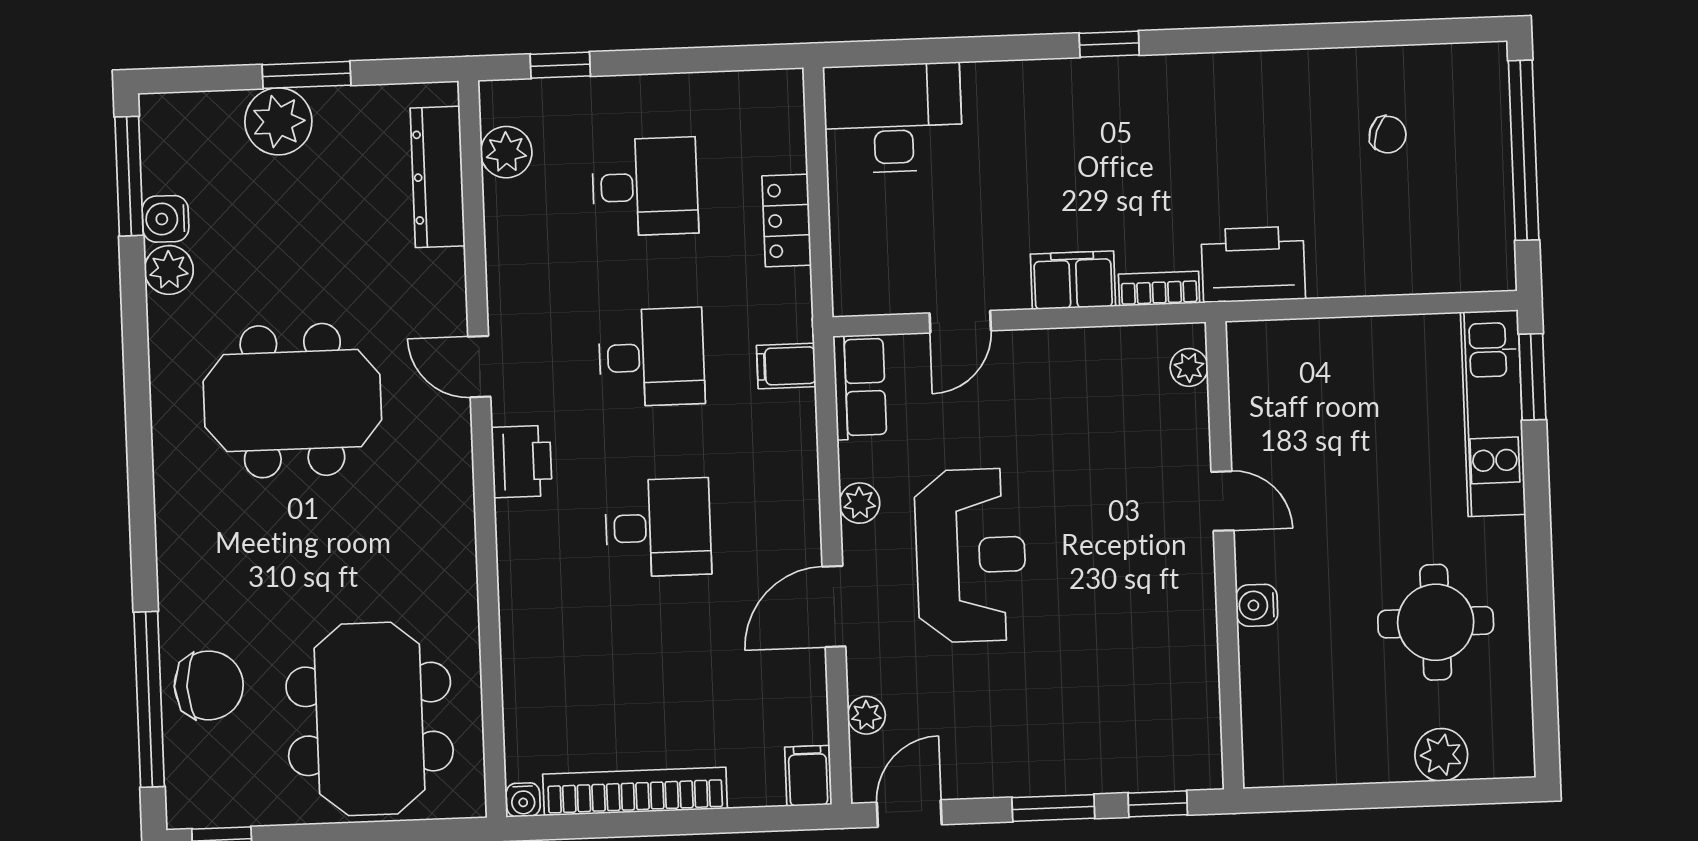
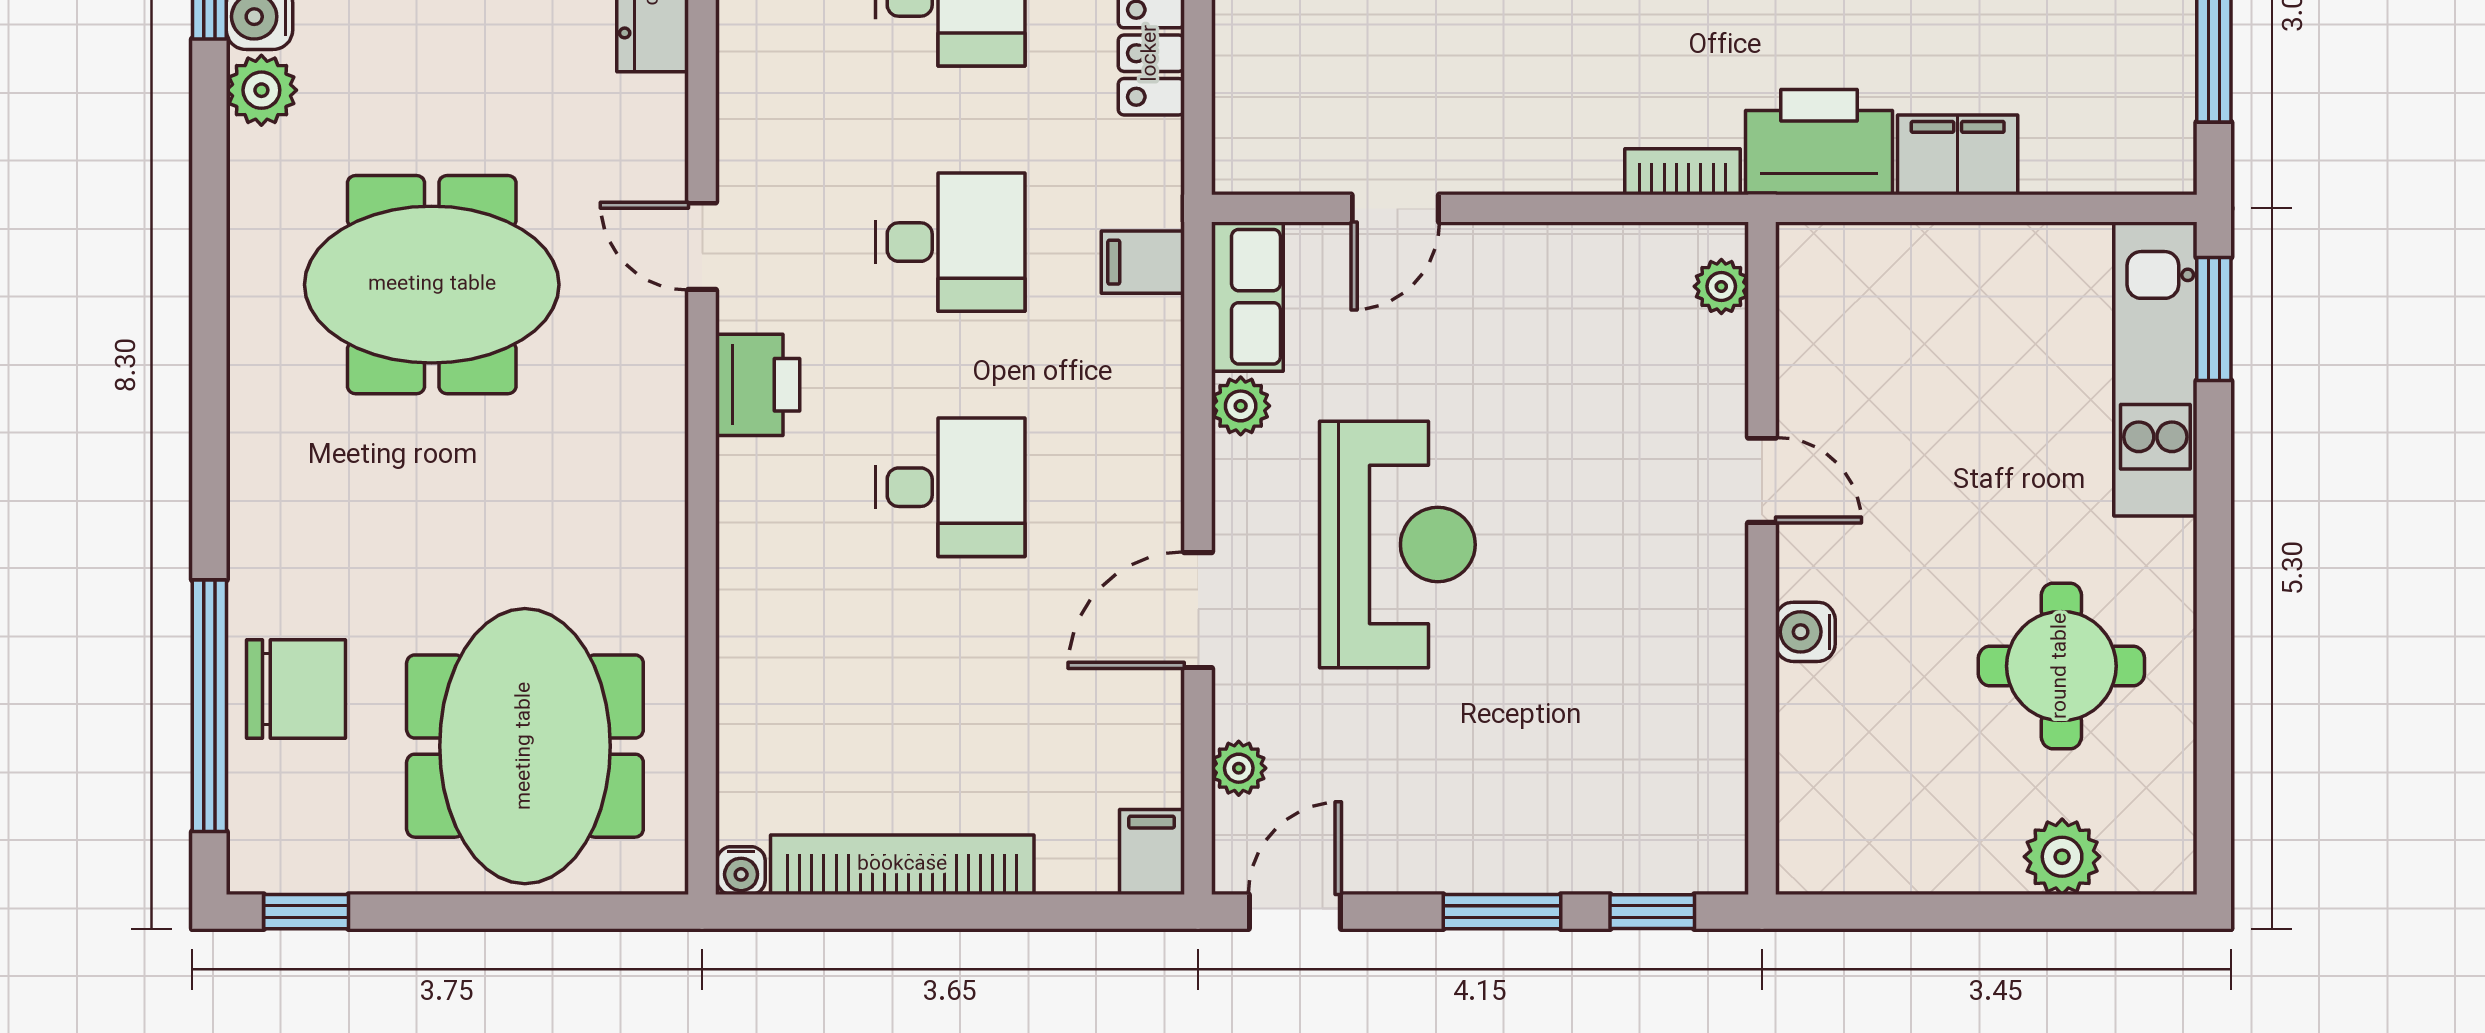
filing cabinet: (1073, 280) -> (1958, 155), moved
plant: (860, 503) -> (1241, 406), moved

